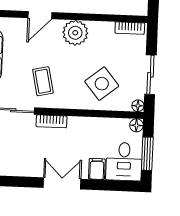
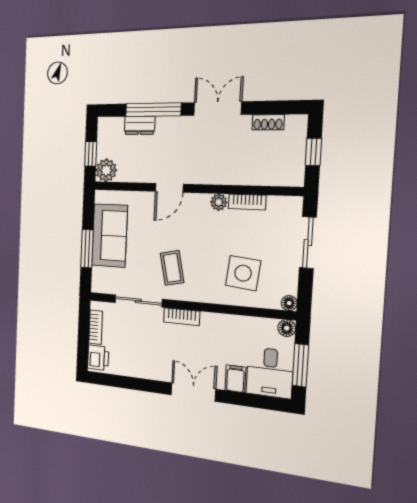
bookcase: (130, 28) -> (247, 202), moved
plant: (75, 33) -> (219, 202), width x0.53, depth x0.53
sliding door: (150, 75) -> (308, 243), moved
side table: (102, 84) -> (243, 273), turned 45

